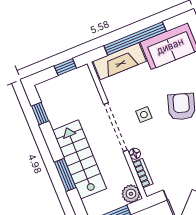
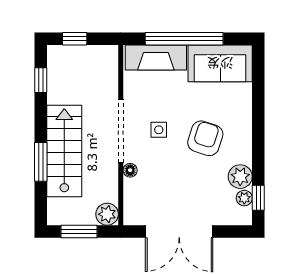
window: (65, 67) -> (75, 39), moved
bookcase: (143, 173) -> (130, 196), removed

